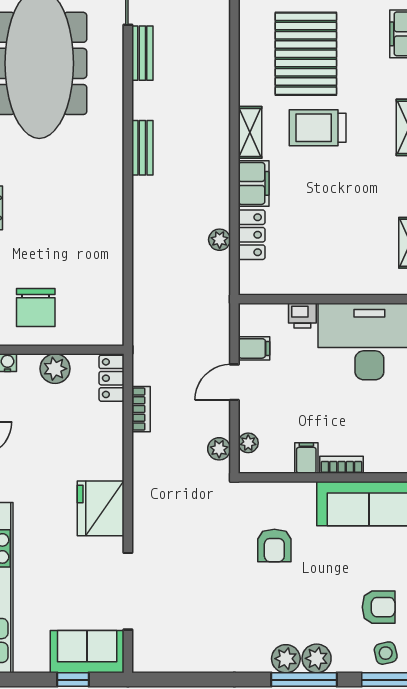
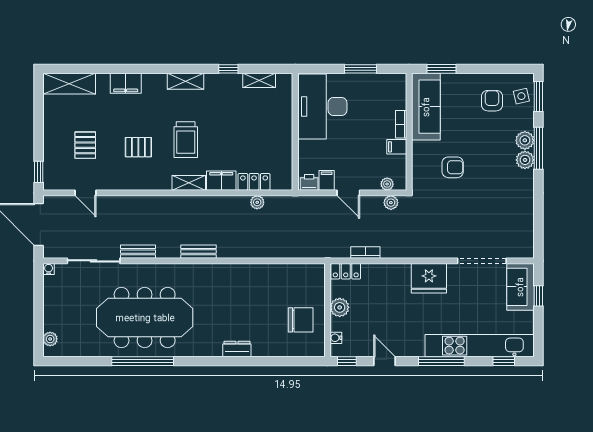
pallet: (306, 54) -> (138, 147), width x0.49, depth x0.50
printer: (302, 316) -> (309, 182), moved, turned -90

